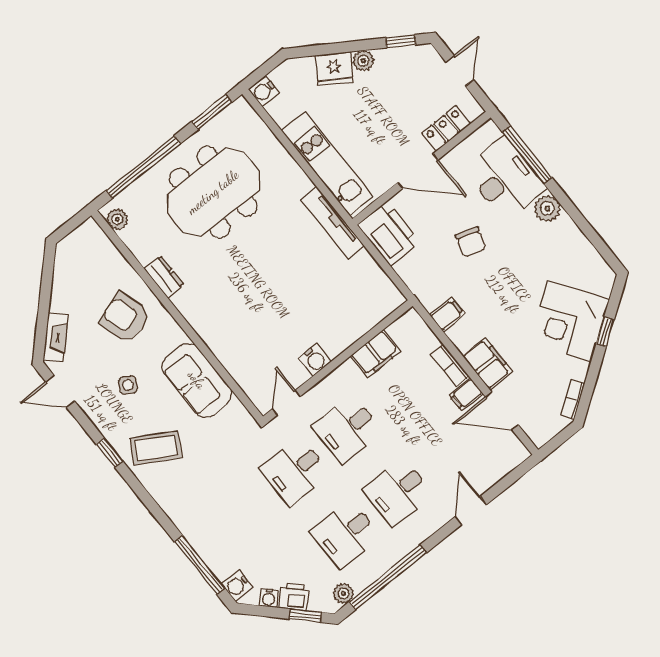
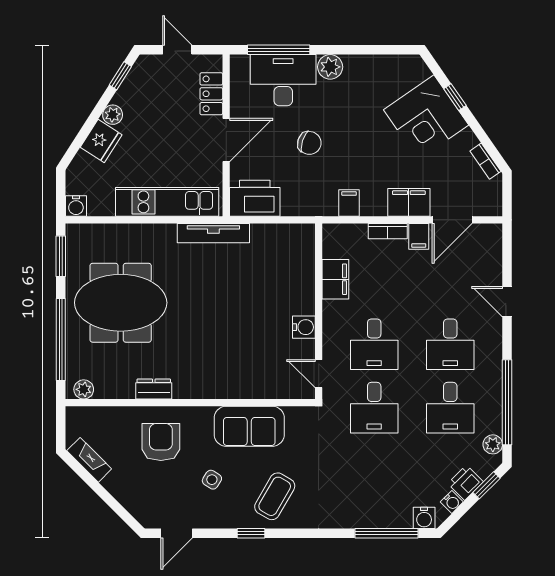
meeting table: (213, 192) -> (121, 303), turned 90
armchair: (125, 318) -> (161, 442), turned 108
fireplace: (56, 337) -> (89, 460), moved

